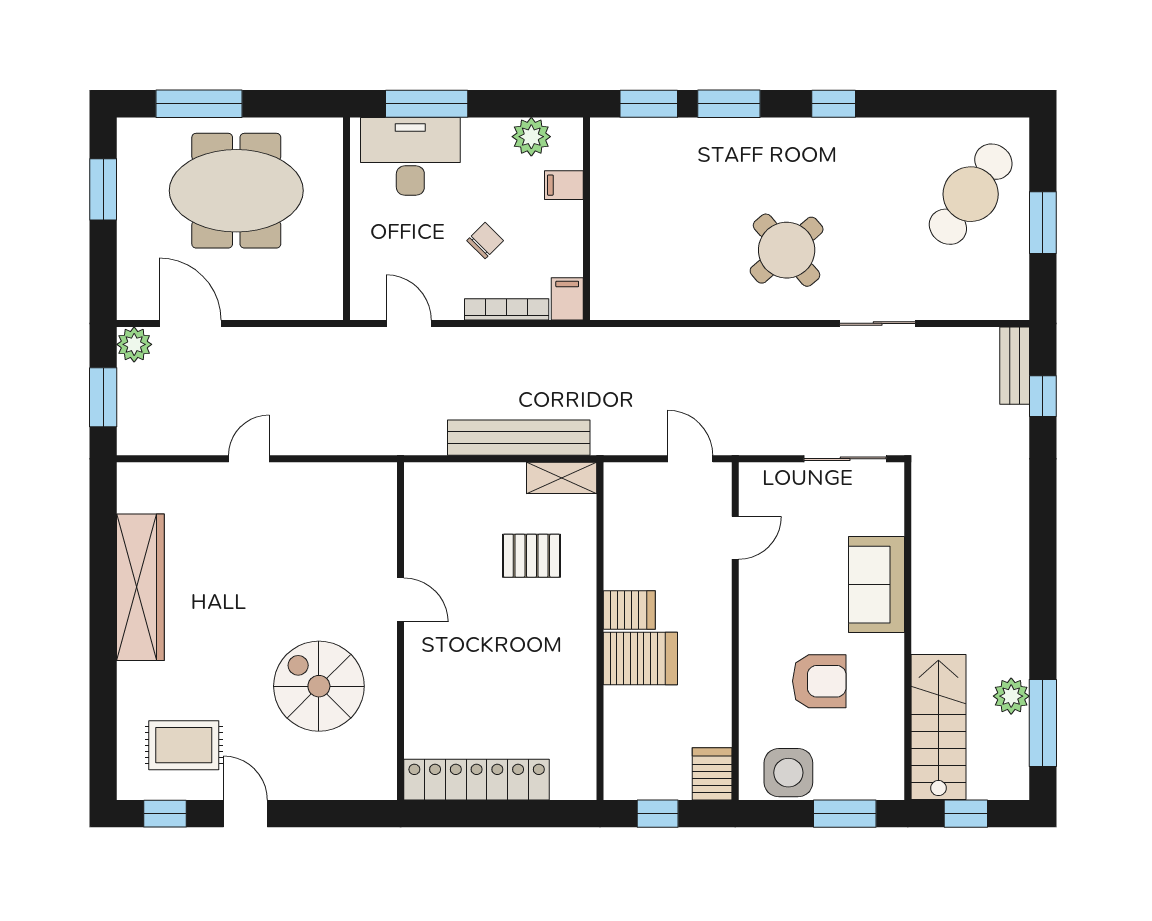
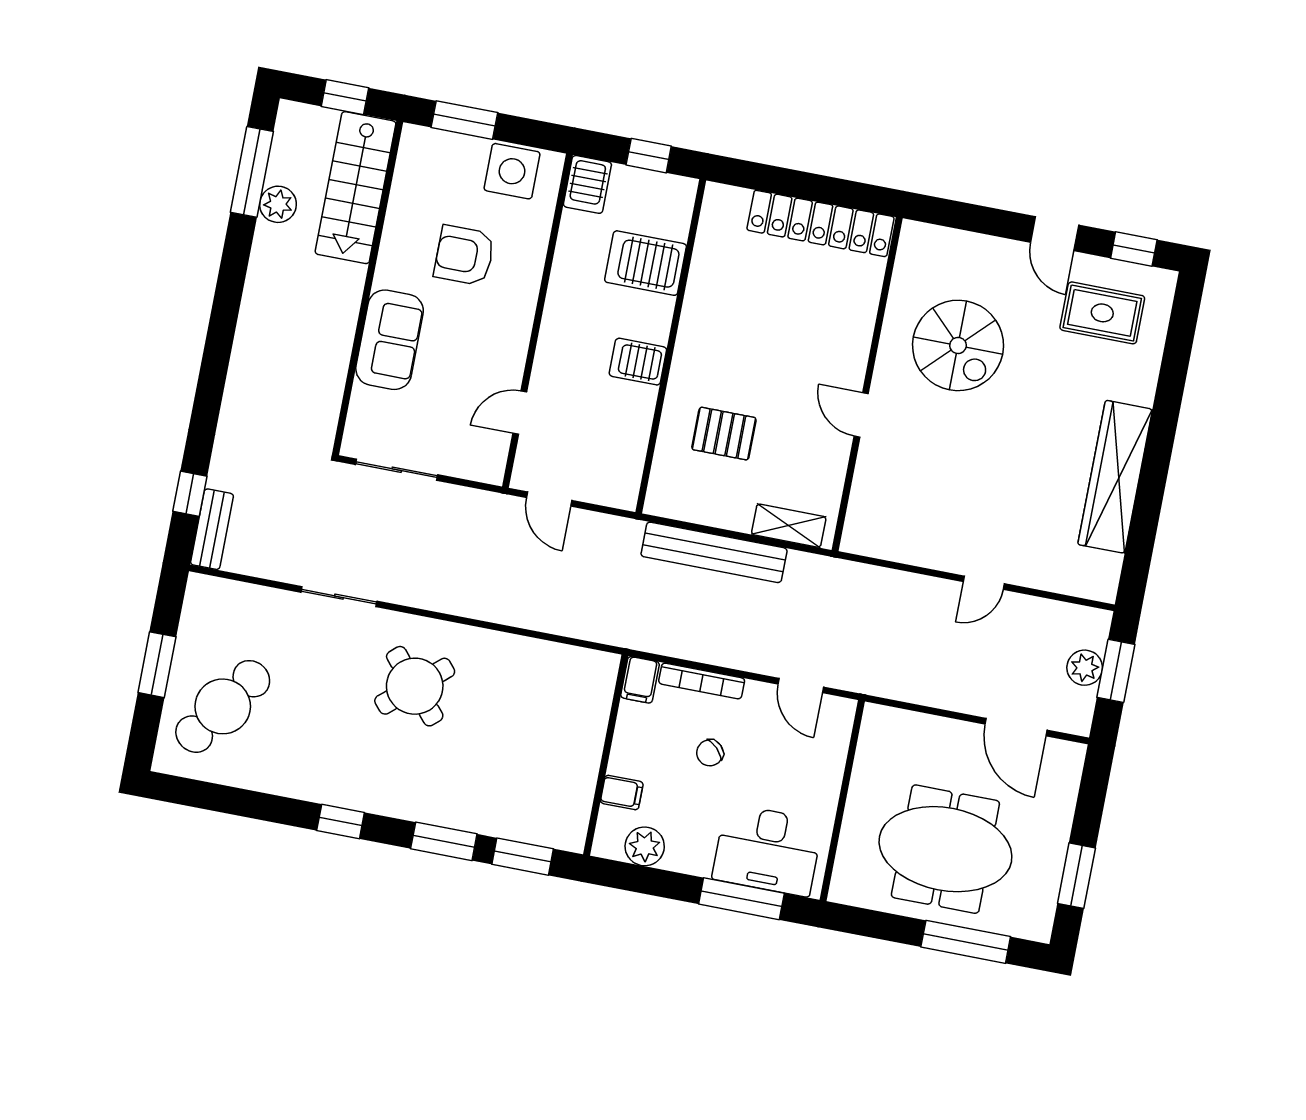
plant: (134, 344) -> (1085, 668), moved
shelving: (562, 478) -> (789, 526), moved
server rack: (640, 659) -> (646, 263), moved

